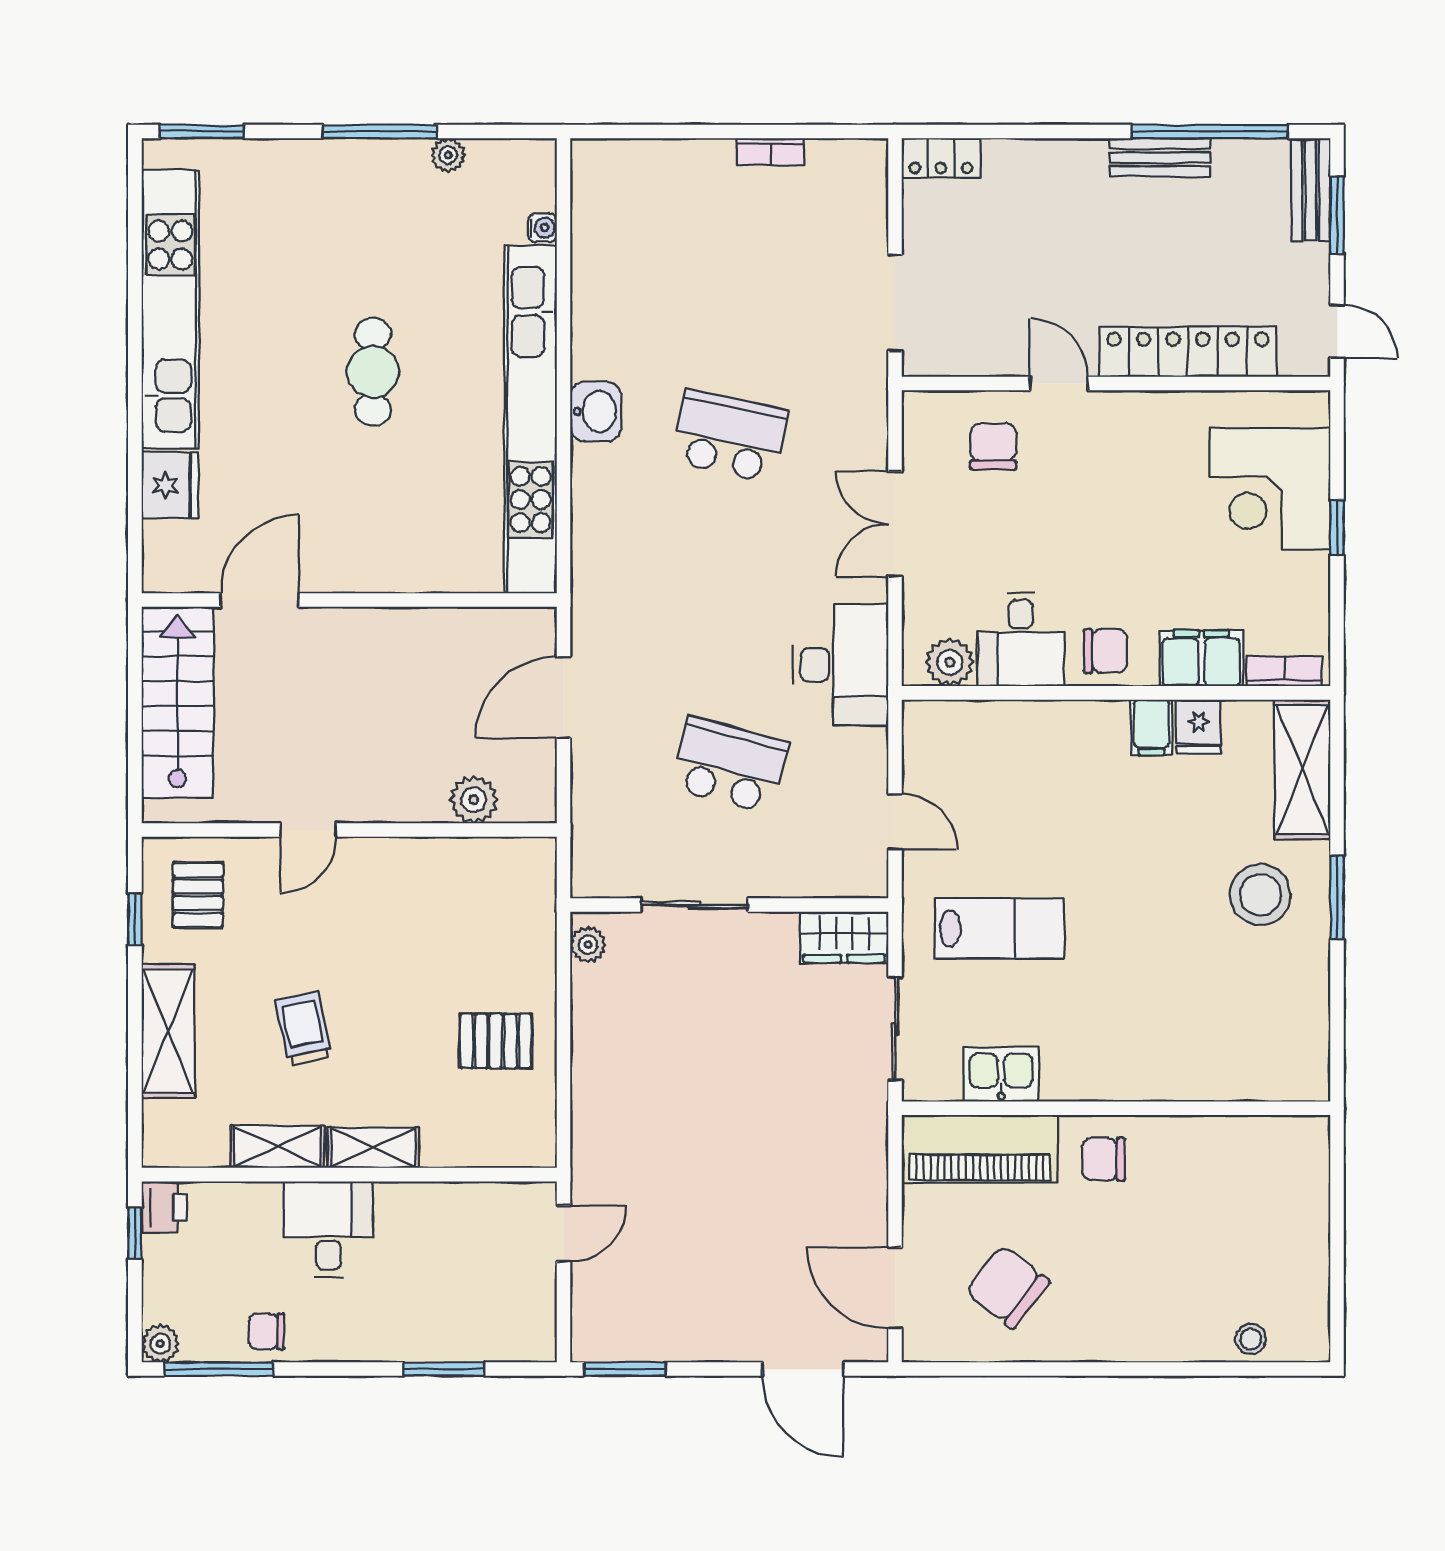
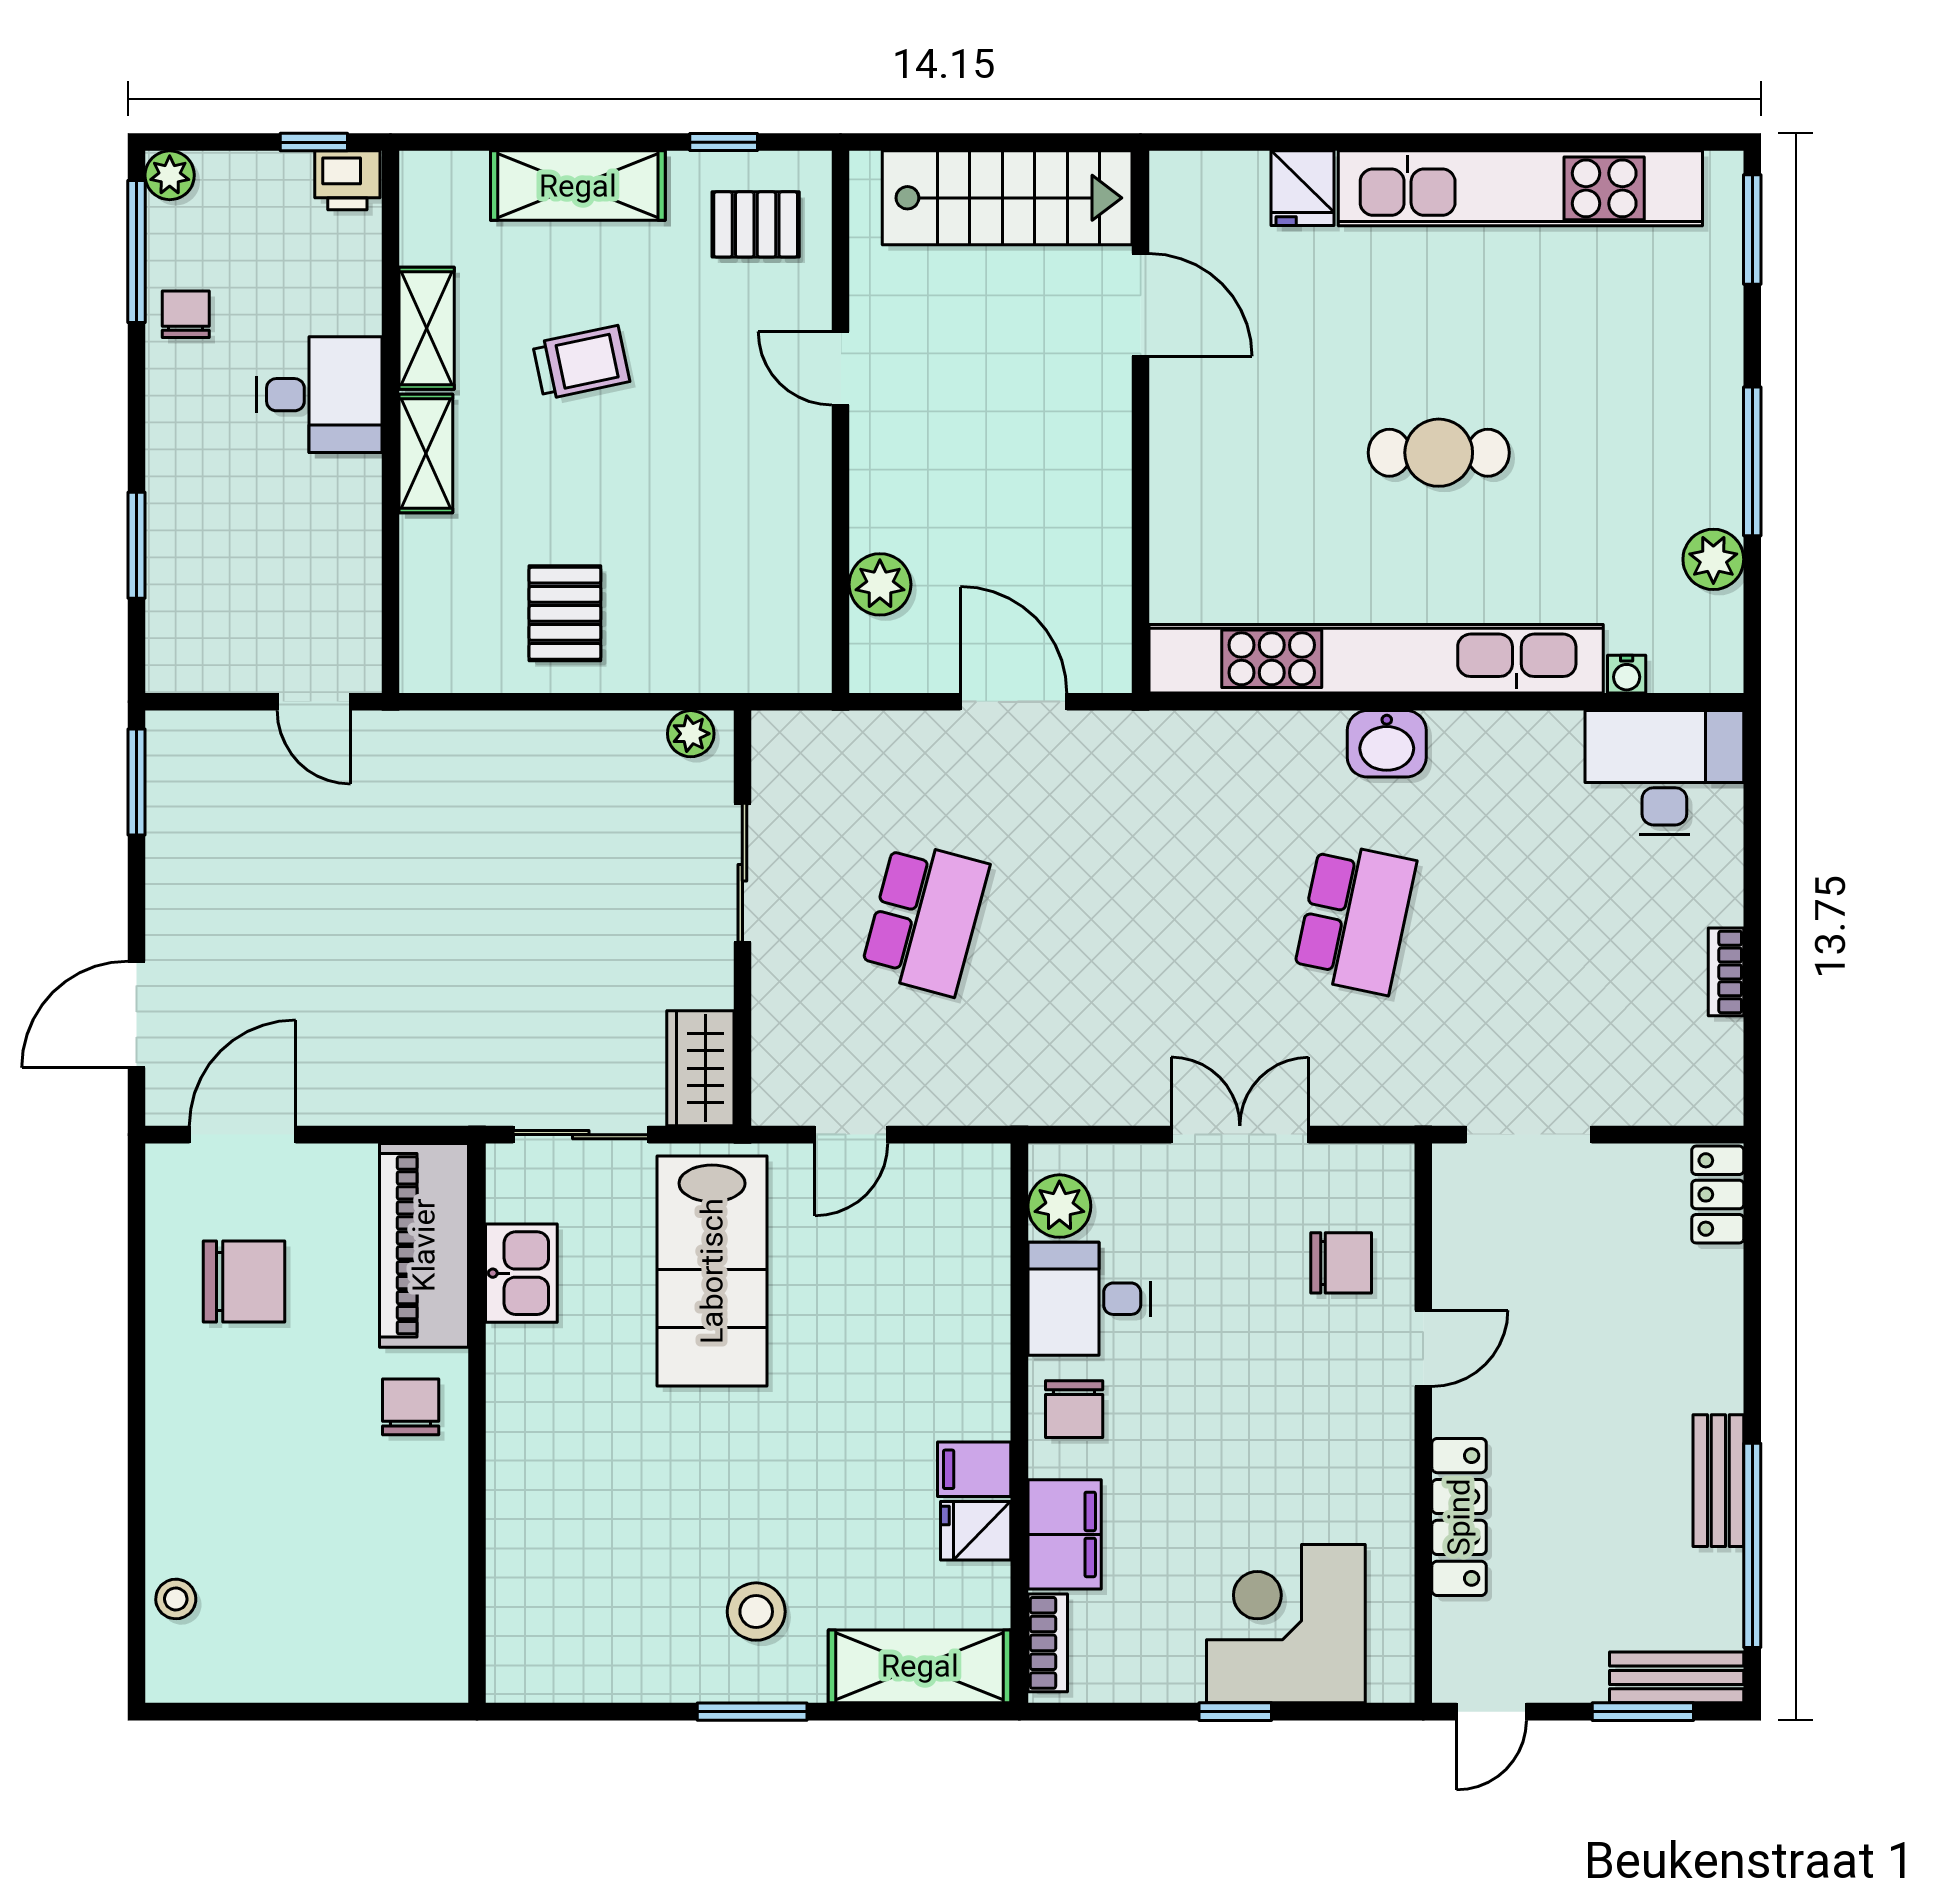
plant: (448, 155) -> (1713, 559), width x1.38, depth x1.38
locker: (1188, 352) -> (1459, 1517), width x0.71, depth x0.83
fridge: (170, 485) -> (1302, 188), width x0.72
desk: (841, 665) -> (1664, 773), moved, turned 180
stool: (1260, 894) -> (756, 1612), width x0.73, depth x0.73
lab bench: (999, 928) -> (712, 1271), width x1.36, depth x1.39
chair: (1008, 1287) -> (244, 1282), turned 52

